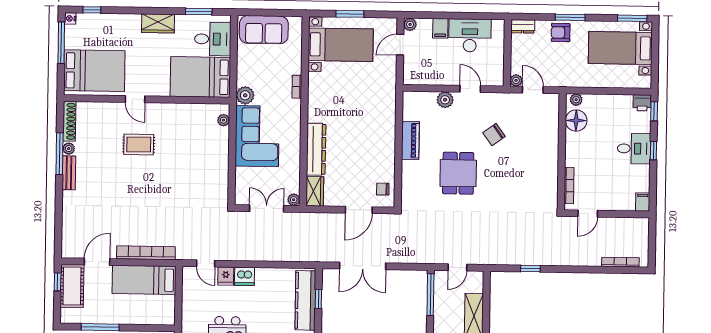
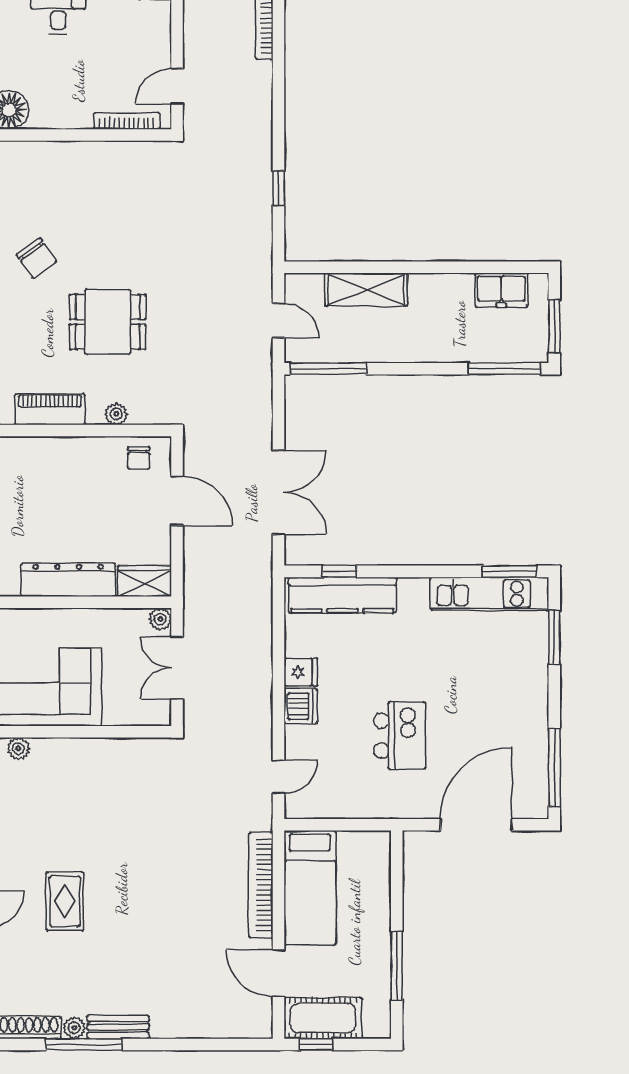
plant: (407, 177) -> (116, 414), added
door: (588, 214) -> (177, 86), swing flipped
fridge: (226, 276) -> (301, 672), moved

